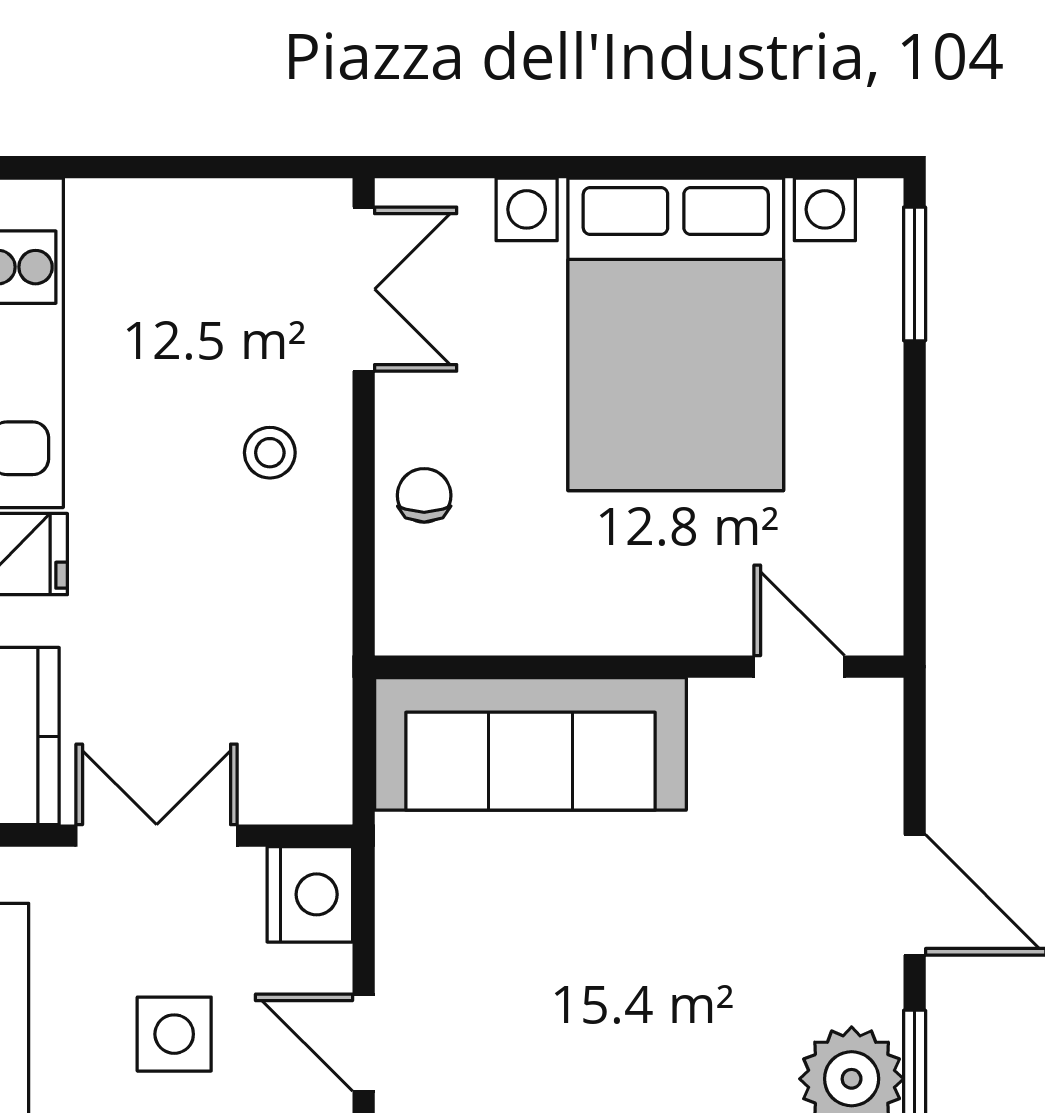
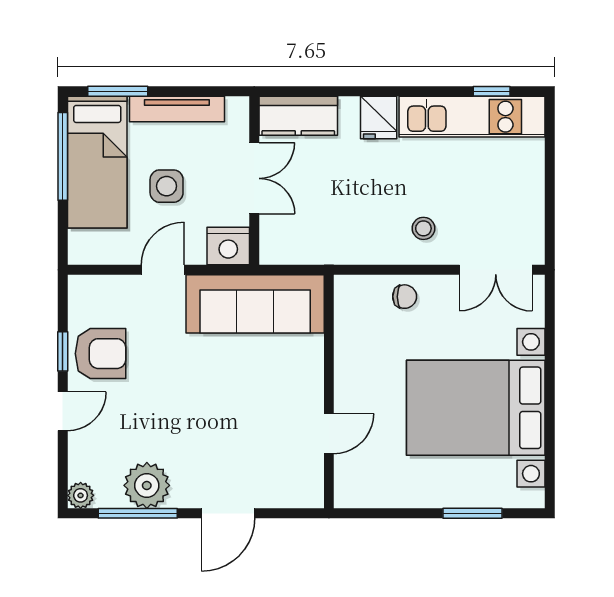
window: (915, 274) -> (473, 513), moved
door: (799, 667) -> (329, 434), moved
sofa: (530, 744) -> (255, 304), moved, turned -90

